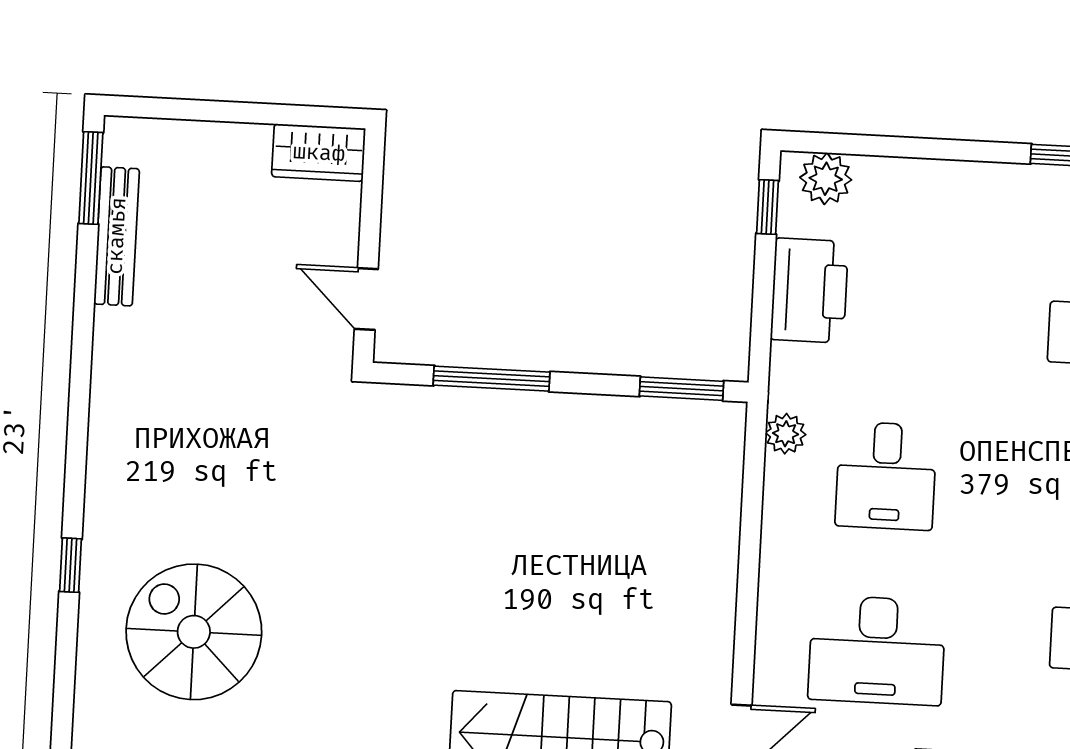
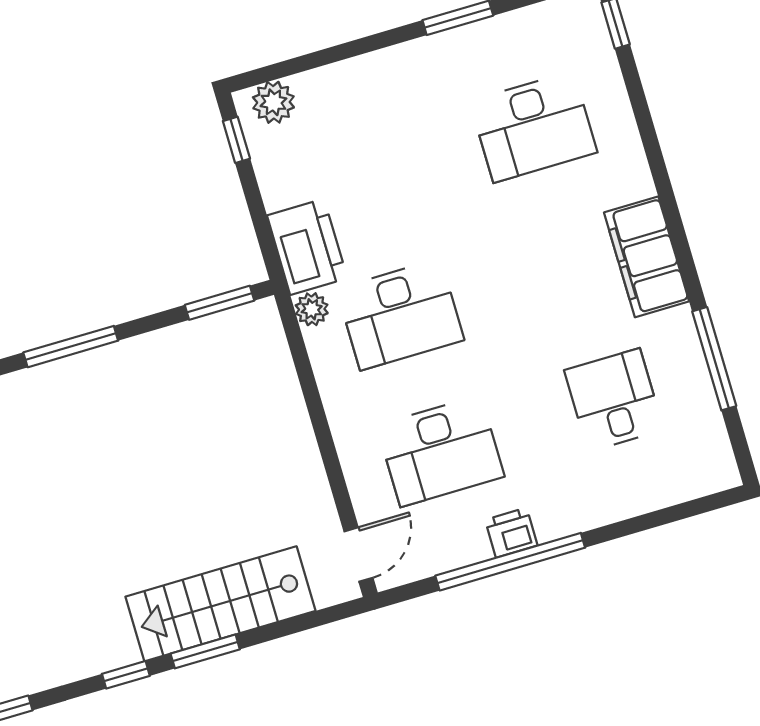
printer: (809, 291) -> (307, 247), moved
desk: (886, 476) -> (400, 314), width x1.37

